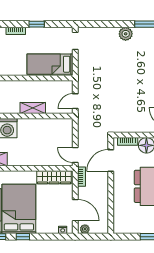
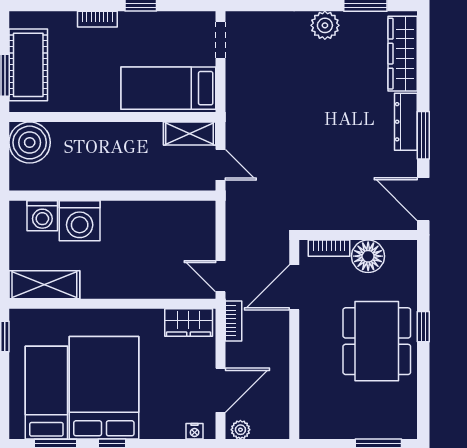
door: (75, 101) -> (220, 165), swing flipped
shelving: (33, 108) -> (190, 134), moved
wardrobe: (54, 177) -> (189, 323), width x0.67
door: (75, 210) -> (220, 390), hinge flipped

